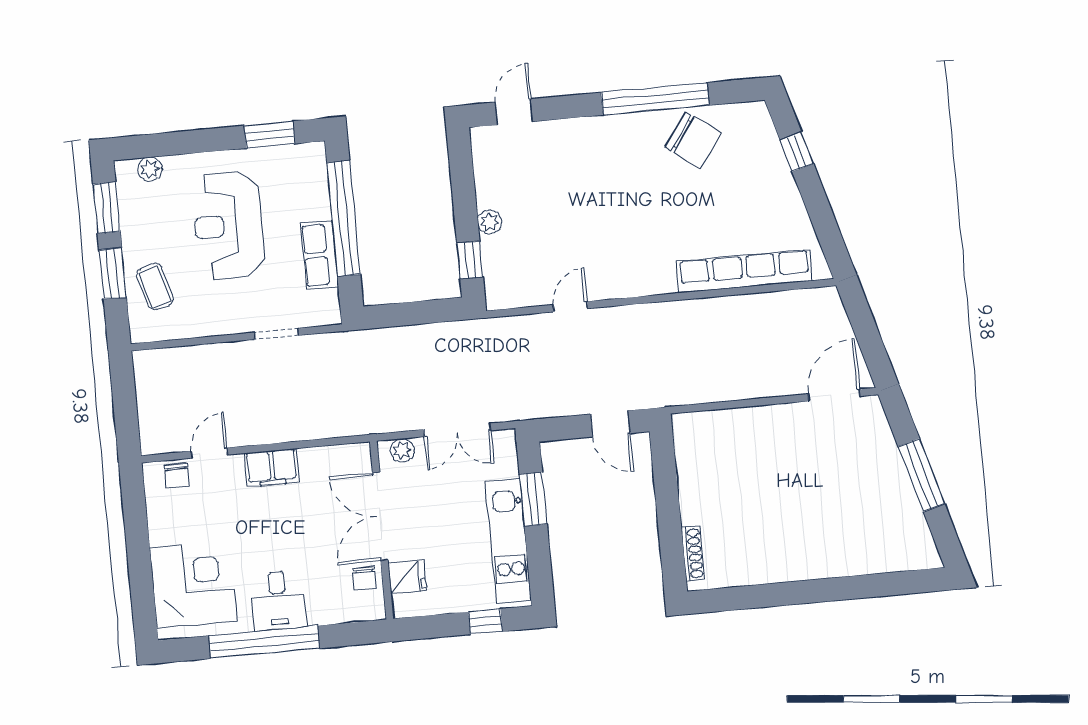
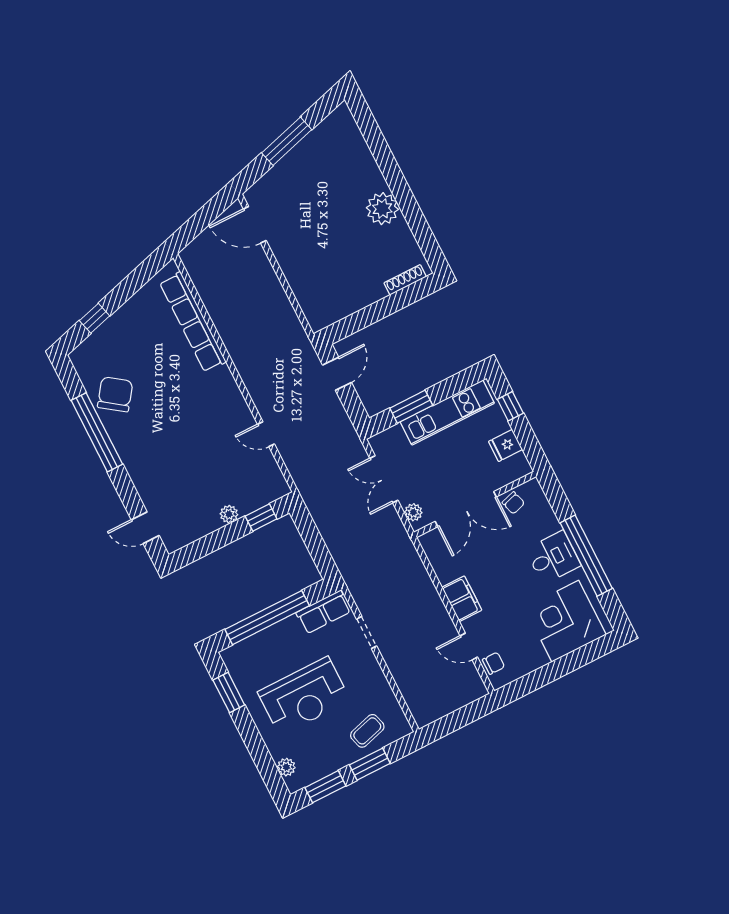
row of seats: (320, 255) -> (324, 612), moved
double door: (457, 430) -> (384, 479), swing flipped
plant: (792, 560) -> (382, 209), added
fridge: (407, 577) -> (505, 445), moved, turned -90
chair: (365, 578) -> (513, 503), turned 73

